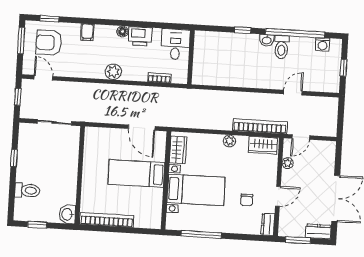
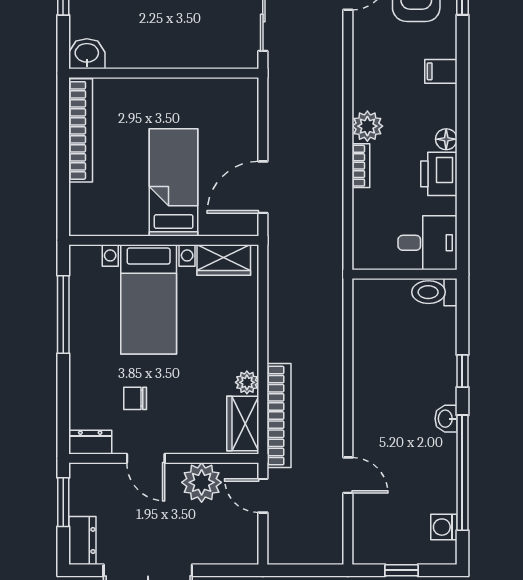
toilet: (281, 47) -> (434, 292), moved
bookcase: (159, 78) -> (361, 166), moved
plant: (229, 141) -> (247, 382), moved
plant: (288, 163) -> (202, 482), width x1.88, depth x1.88

